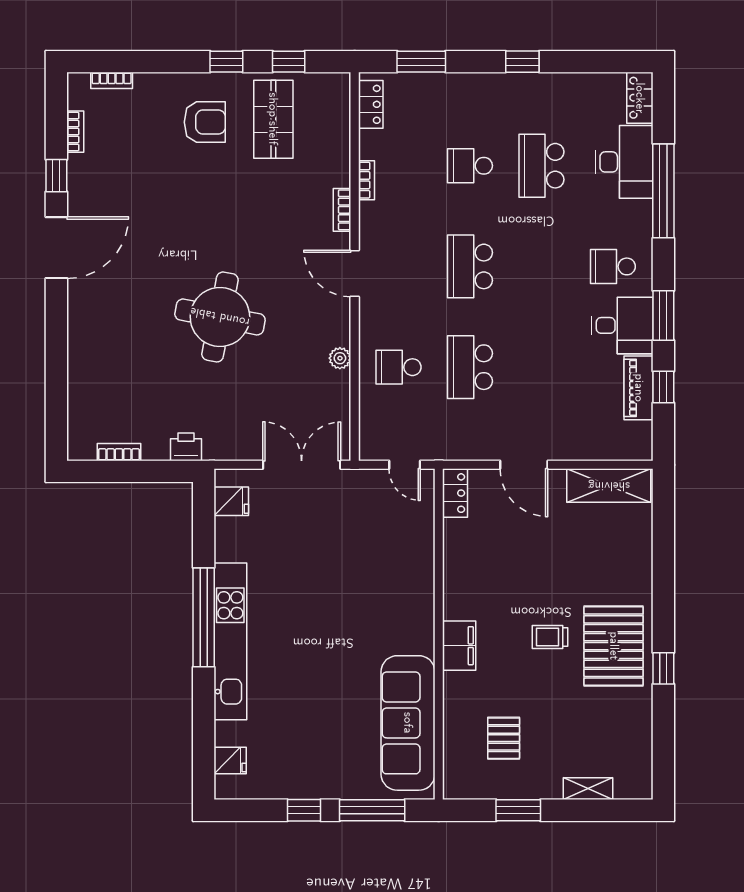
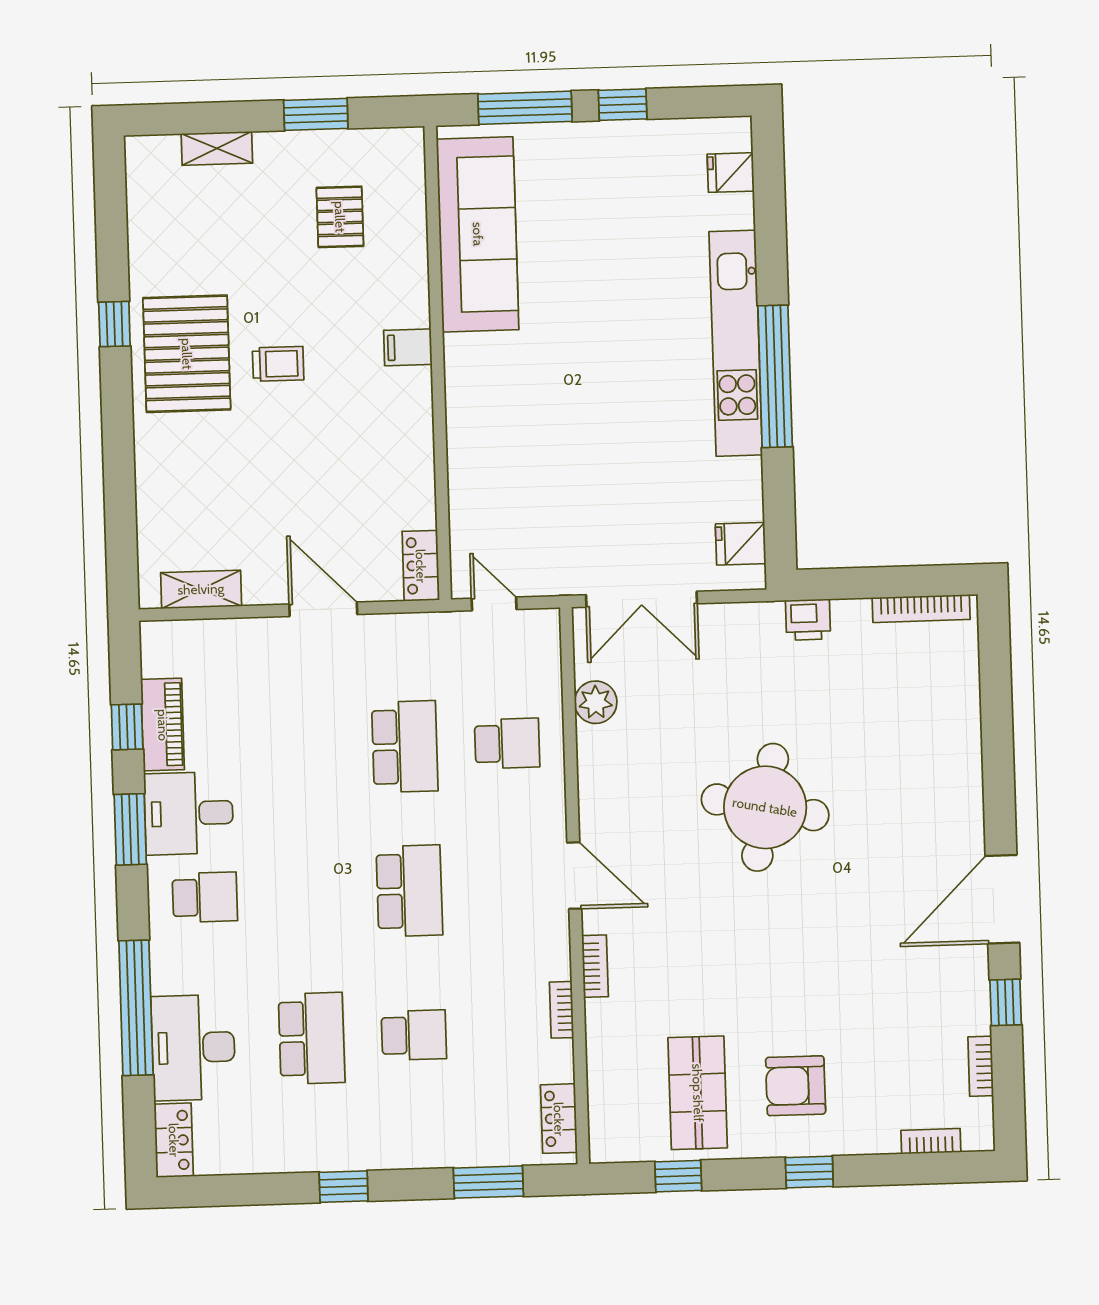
window: (226, 62) -> (809, 1172), moved
plant: (340, 358) -> (596, 702), moved, width x1.38, depth x1.38
bookcase: (119, 452) -> (921, 609), width x1.56
shelving: (609, 486) -> (201, 589), width x0.67, depth x0.75
filing cabinet: (459, 646) -> (408, 347), width x0.50

